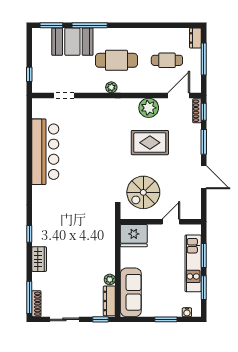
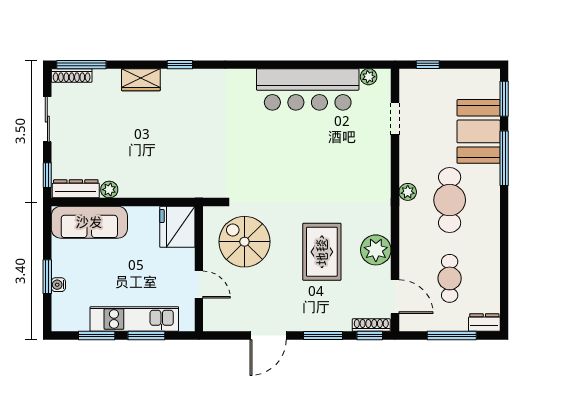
plant: (37, 112) -> (369, 77), added
water cooler: (187, 312) -> (58, 285), moved

